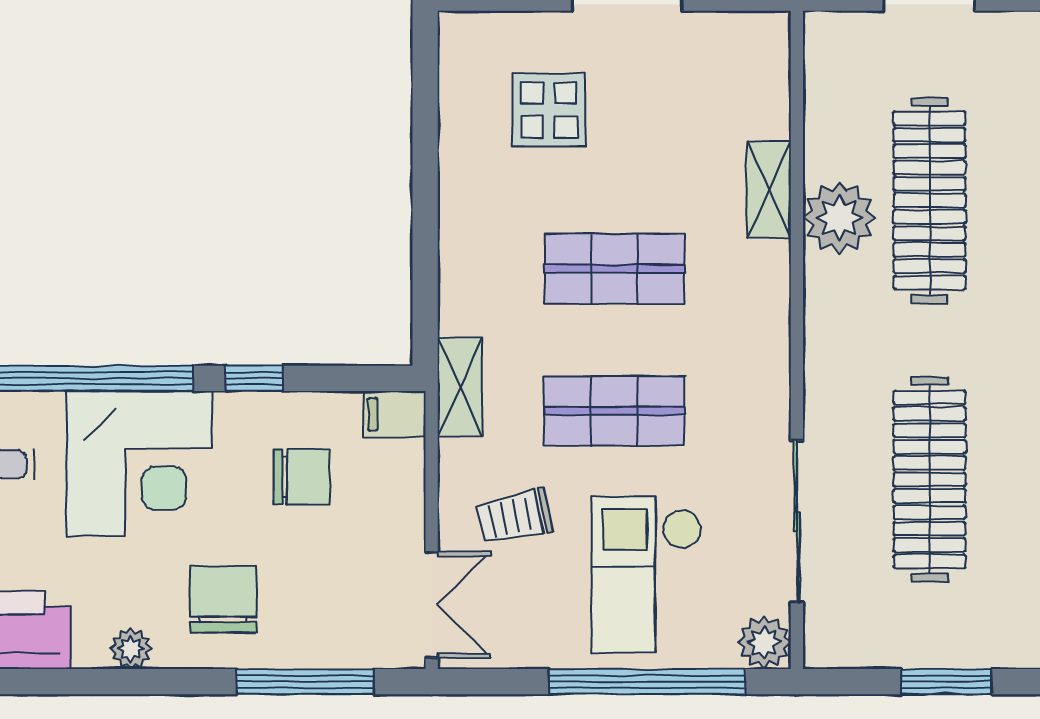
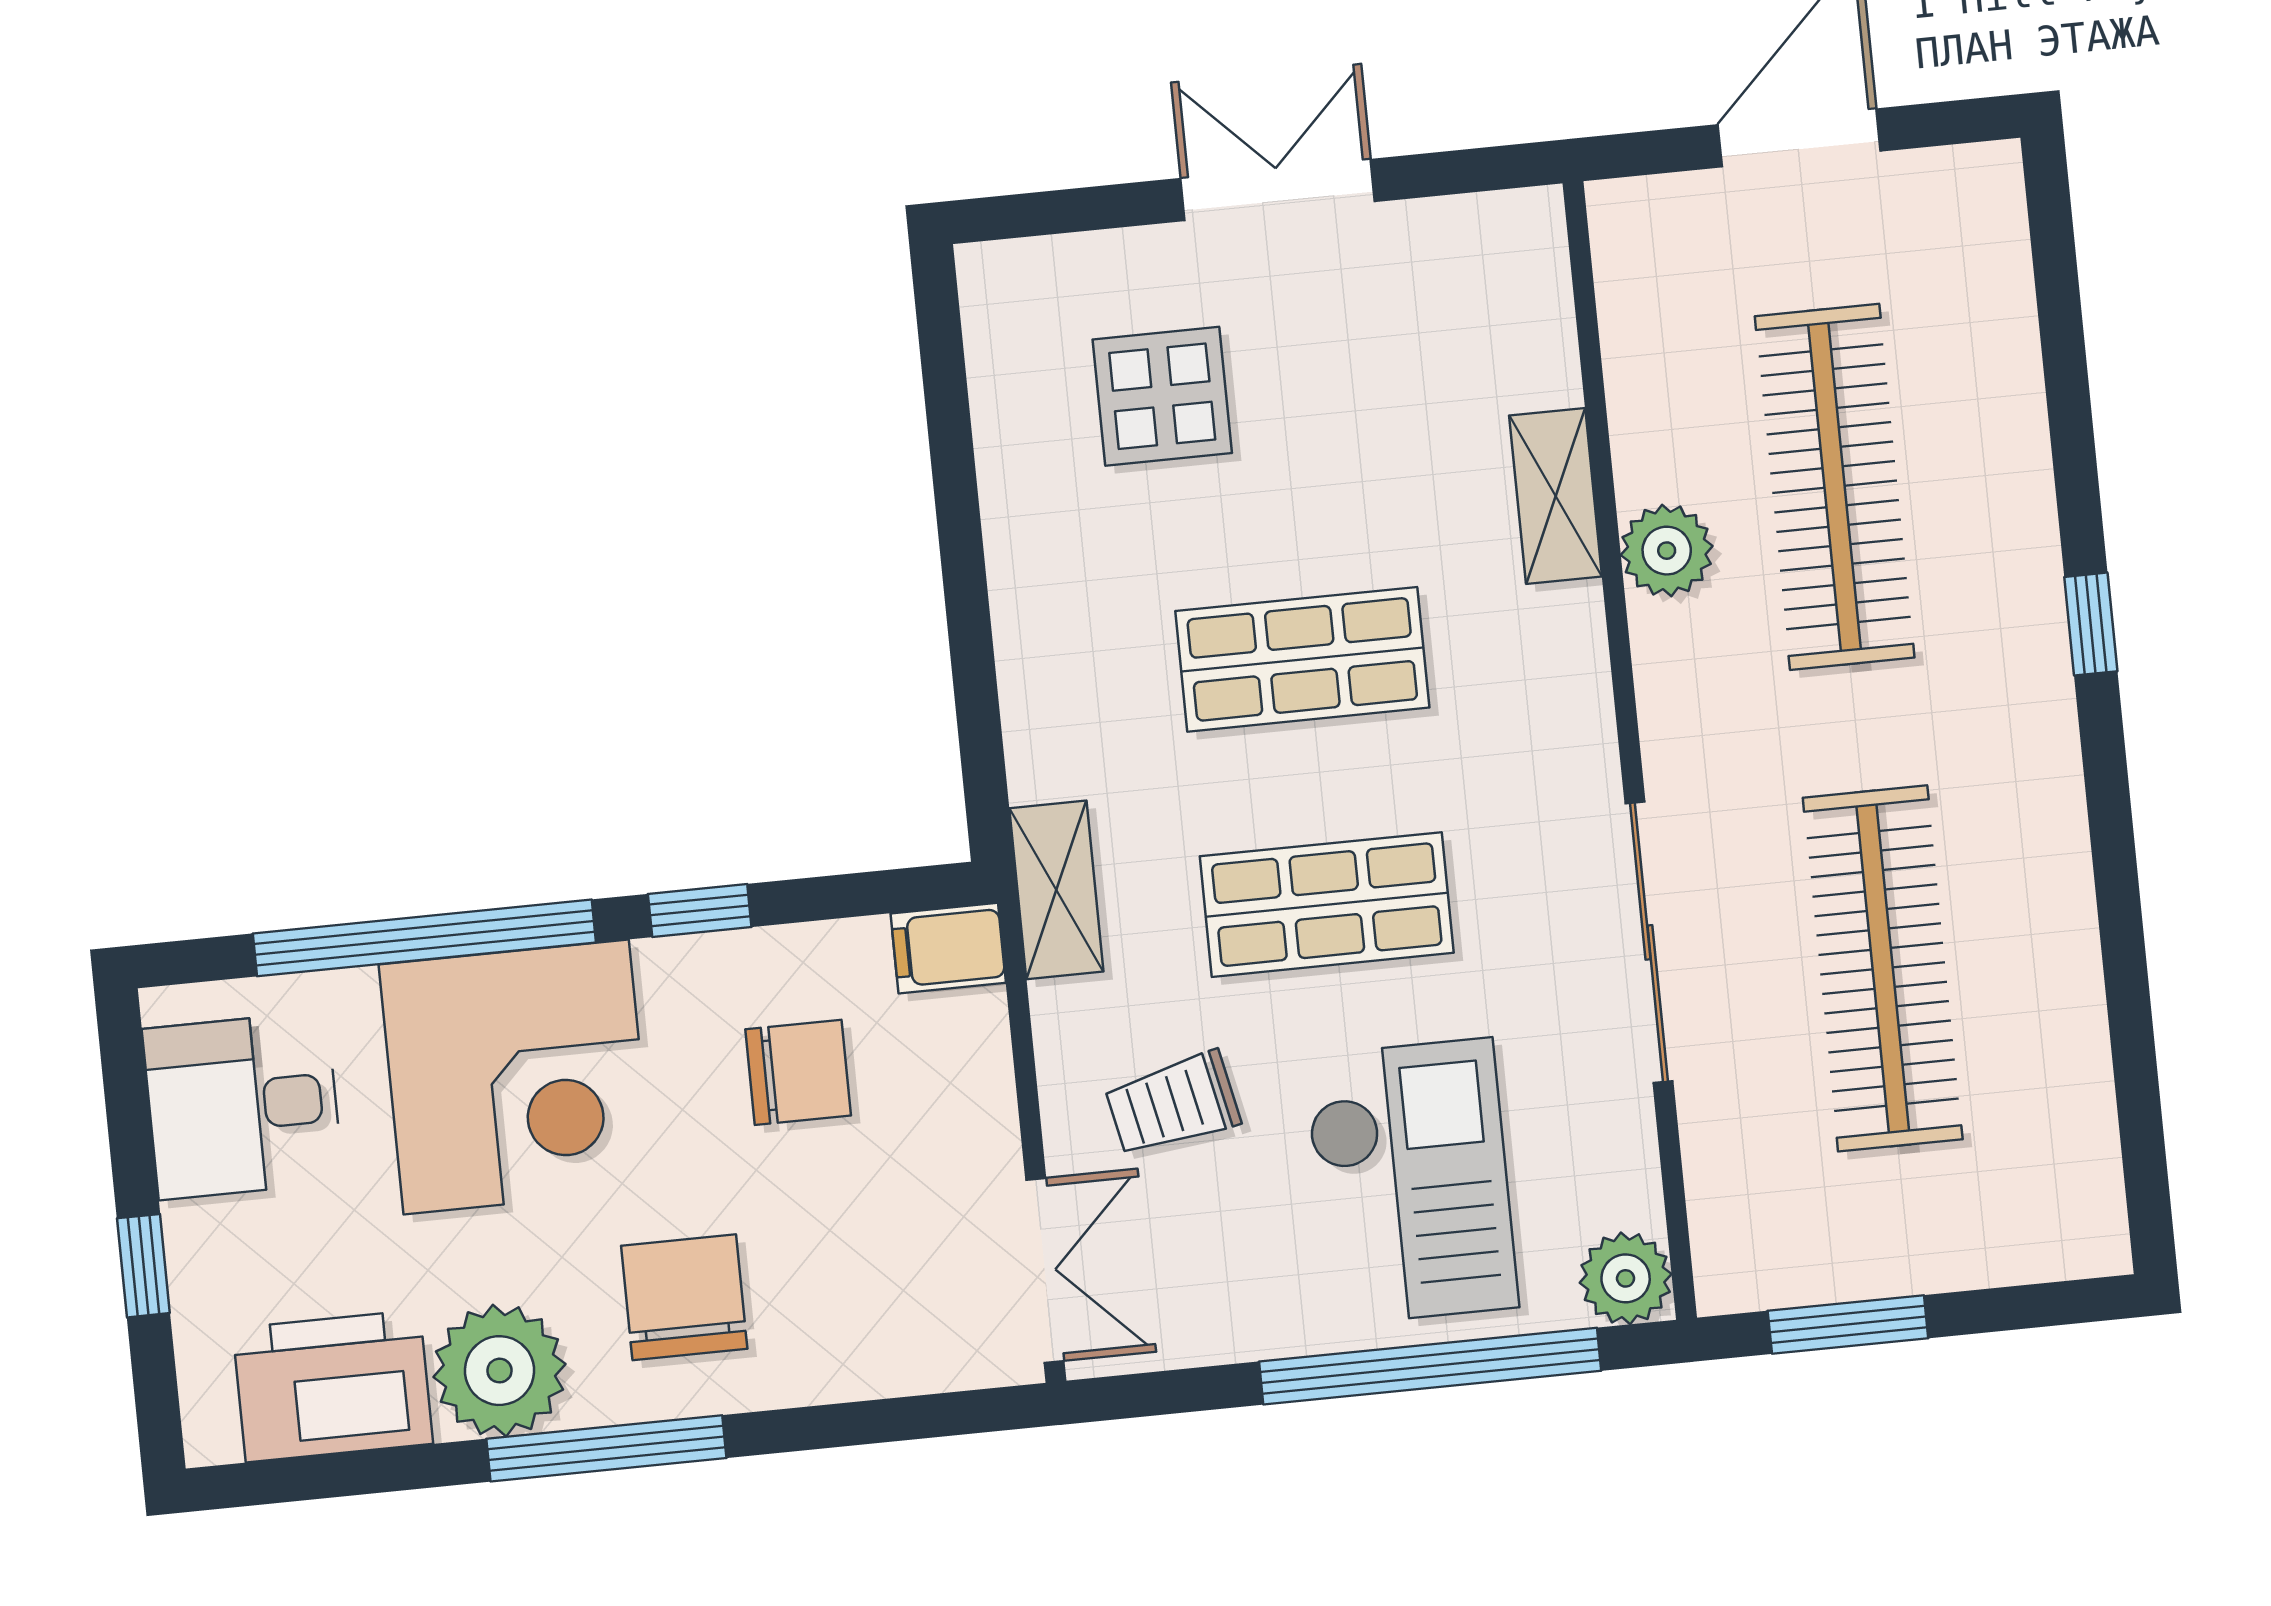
plant: (839, 218) -> (1667, 551), width x0.73, depth x0.73
sliding door: (797, 521) -> (1649, 942), moved
checkout: (647, 575) -> (1411, 1182), turned 180
plant: (131, 649) -> (499, 1371), width x1.87, depth x1.87
window: (305, 682) -> (606, 1448), moved
window: (946, 682) -> (1848, 1324), moved

